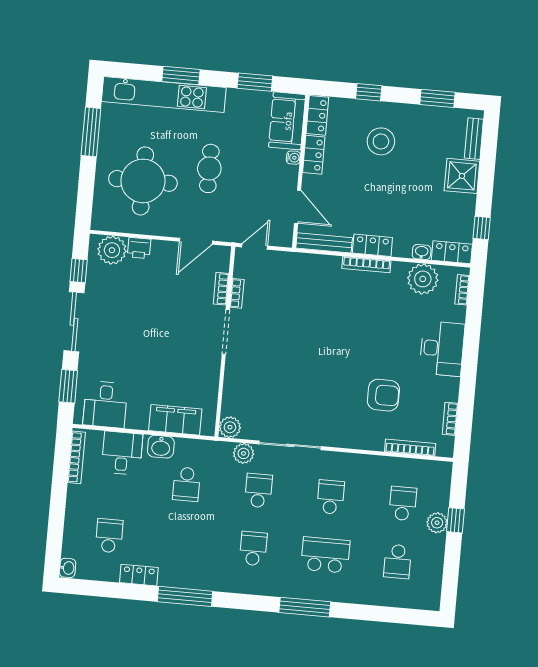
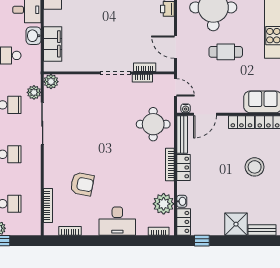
water cooler: (293, 158) -> (186, 108), moved
round table: (305, 284) -> (153, 124), added
armchair: (383, 395) -> (82, 184), turned -79

